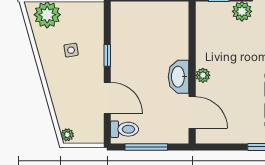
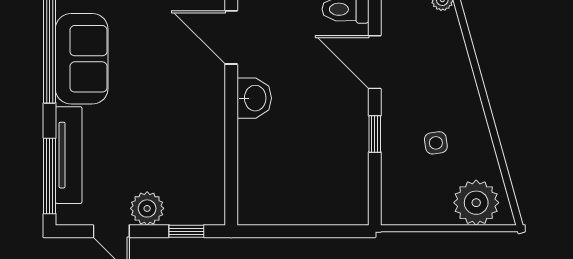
plant: (203, 75) -> (213, 100), removed
washbasin: (179, 77) -> (254, 98), width x0.72

